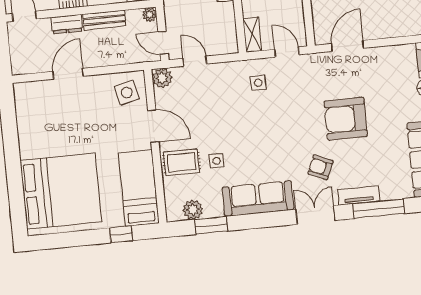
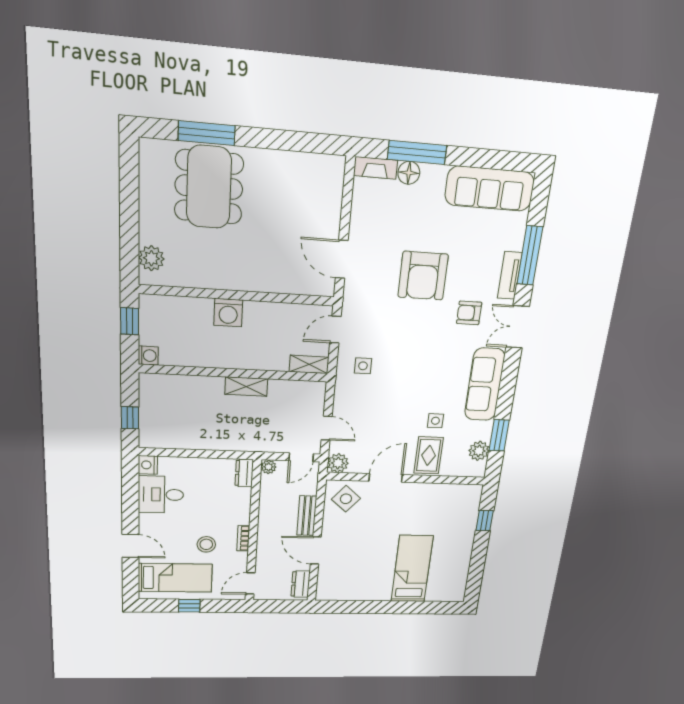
bench: (104, 20) -> (307, 516), moved
dresser: (67, 24) -> (301, 584), moved, turned 180
door: (195, 61) -> (327, 428), swing flipped
side table: (127, 93) -> (346, 499), turned -36
armchair: (321, 167) -> (469, 313), turned 67
bed: (138, 188) -> (444, 499), removed
bed: (61, 191) -> (412, 569), width x0.49

